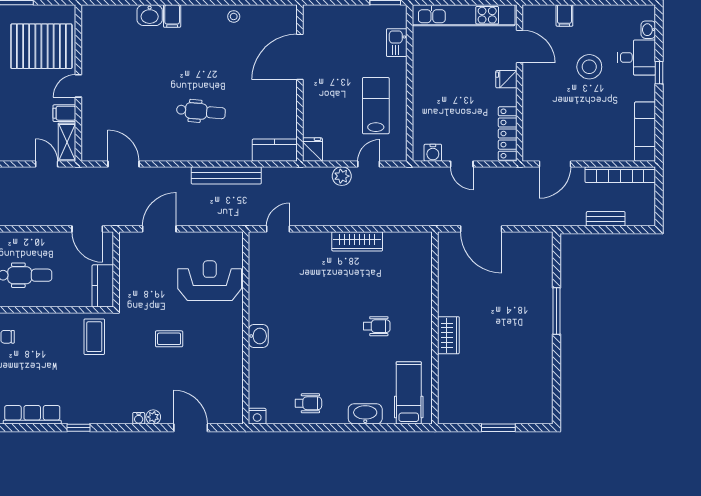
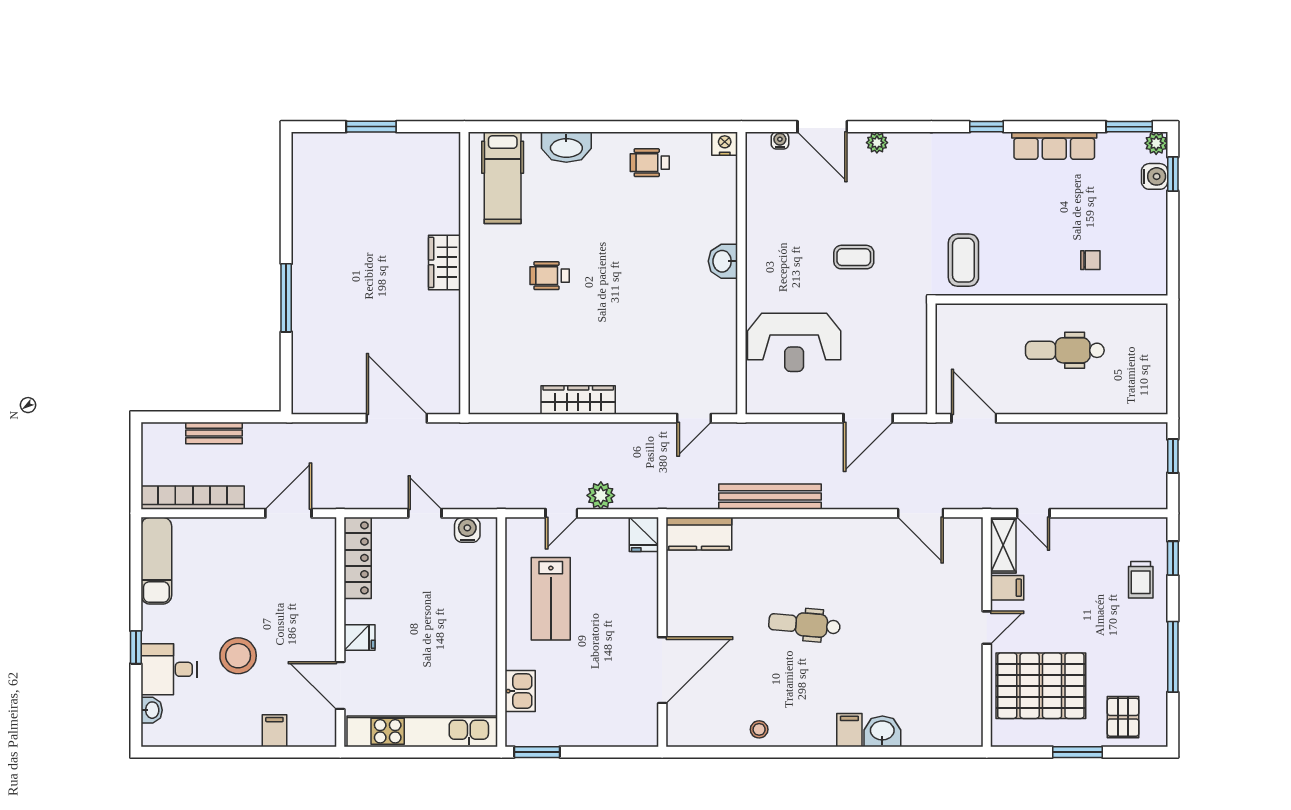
dental chair: (201, 111) -> (804, 624), moved
kitchen counter: (103, 286) -> (951, 335), removed
water cooler: (139, 418) -> (780, 141), moved

